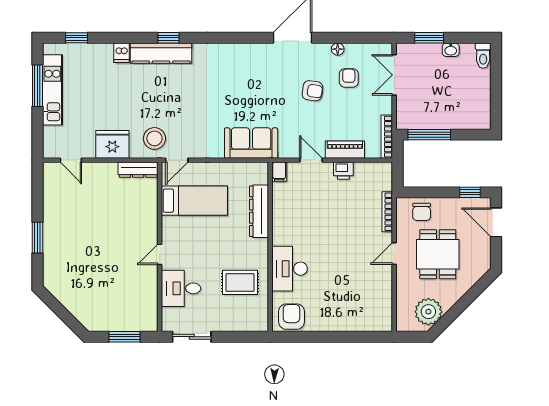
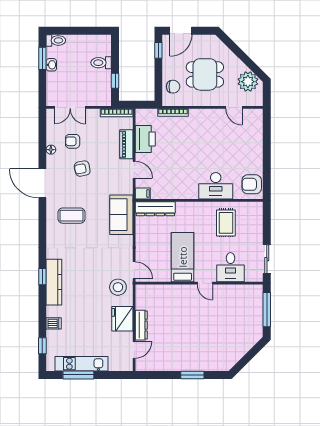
window: (429, 38) -> (42, 58), moved
dishwasher: (121, 53) -> (54, 323), moved
coffee table: (250, 77) -> (71, 216), added
armchair: (312, 91) -> (82, 169), turned -109
toilet: (454, 116) -> (101, 63), added
window: (429, 135) -> (115, 81), width x0.46
door: (311, 160) -> (134, 170), swing flipped
dresser: (138, 170) -> (141, 325), moved
printer: (343, 171) -> (145, 139), width x1.87, depth x1.48
bed: (194, 201) -> (183, 257), moved
dresser: (259, 211) -> (155, 209), moved
door: (394, 253) -> (234, 107), moved
window: (124, 337) -> (267, 310), width x1.44

